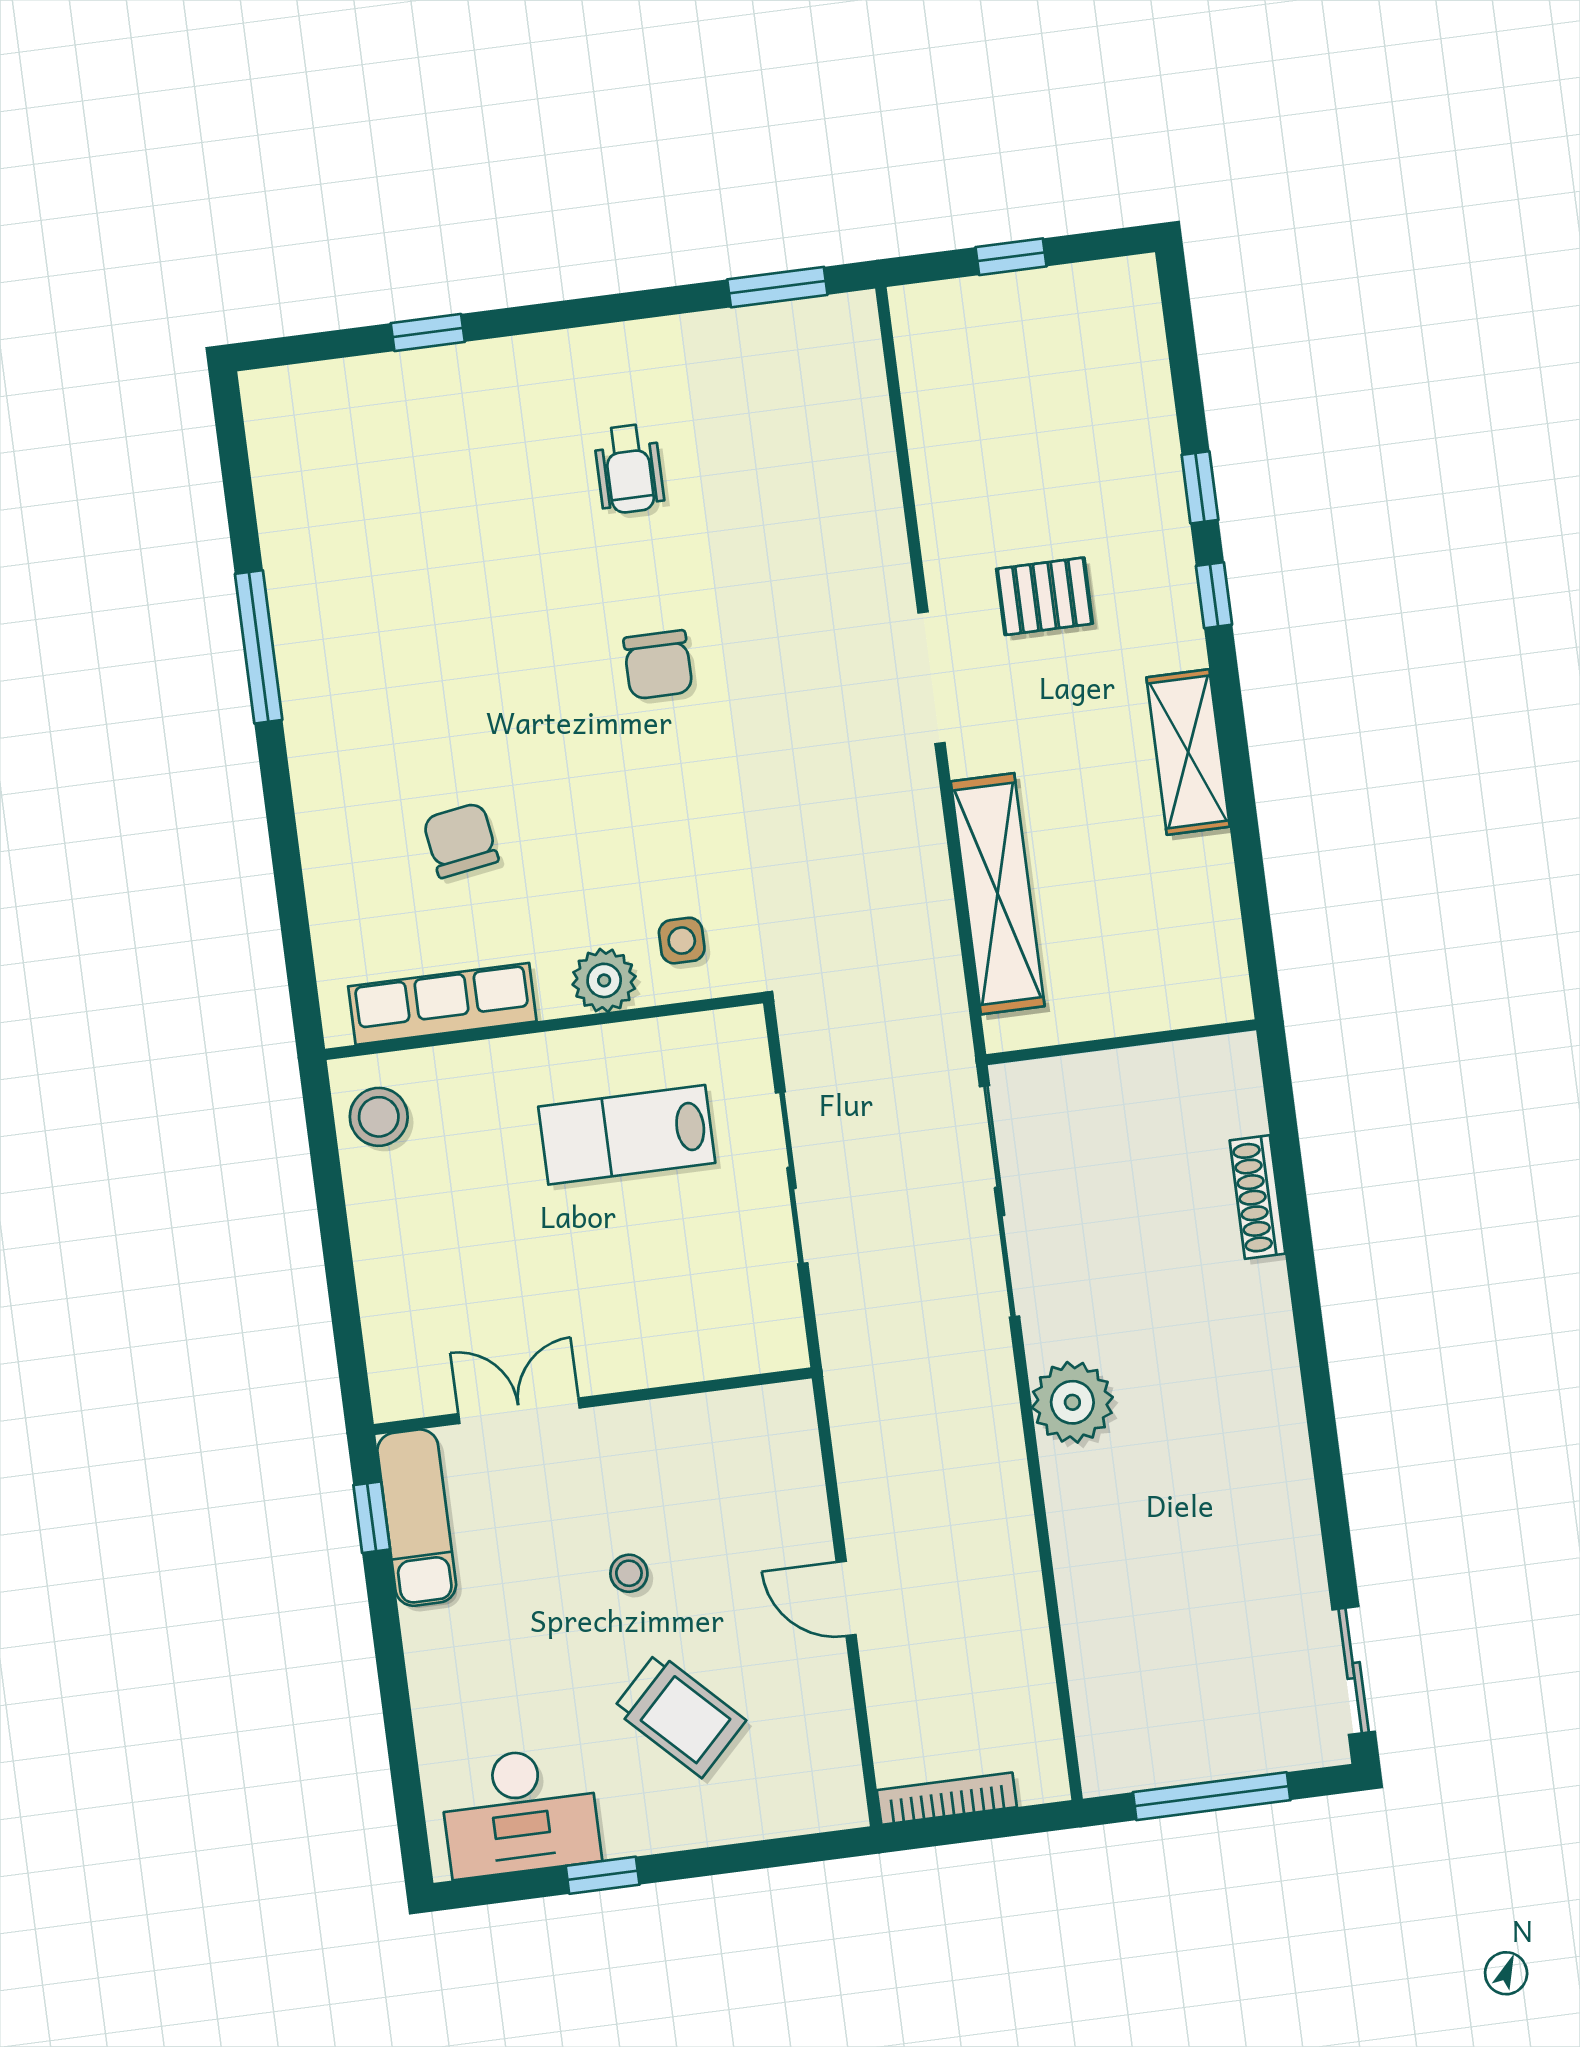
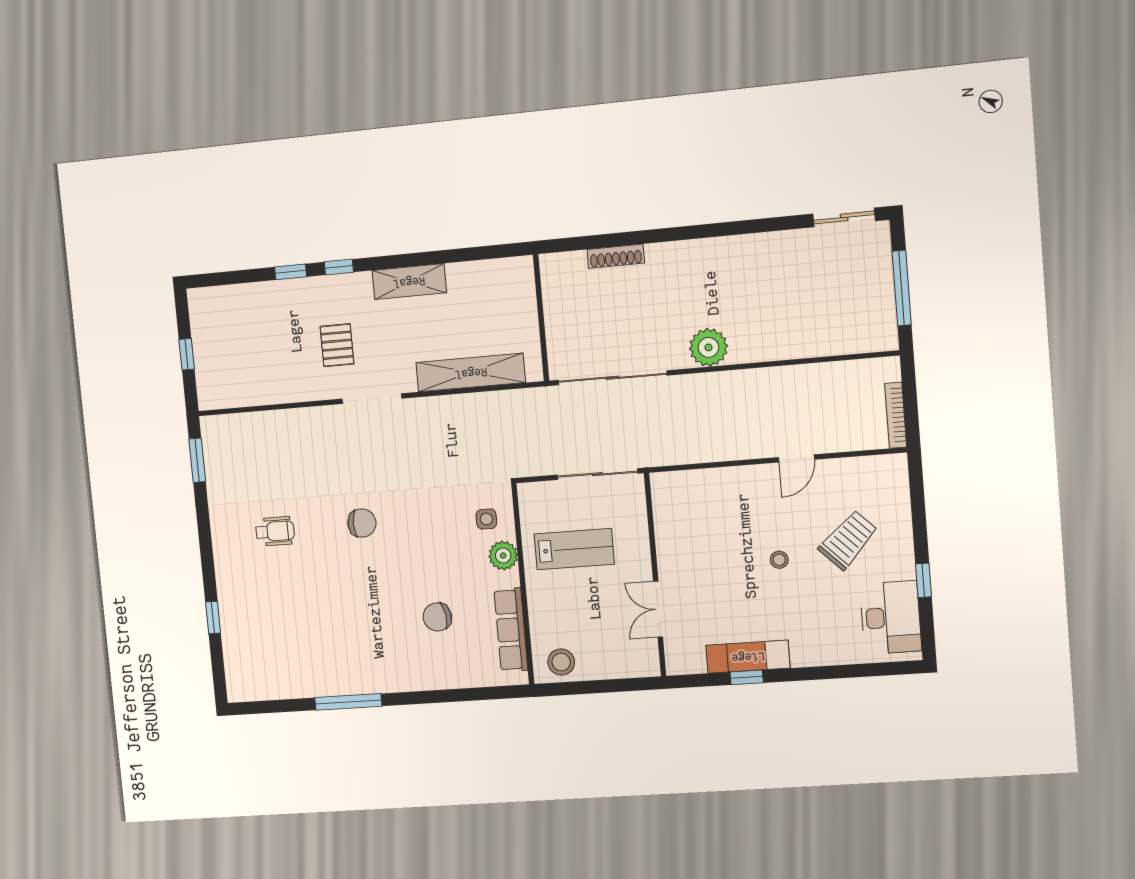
lab bench: (627, 1135) -> (574, 549), turned -90
wall: (593, 1401) -> (655, 575), moved
double door: (519, 1411) -> (658, 609), moved

